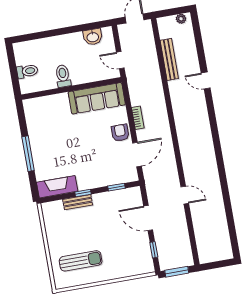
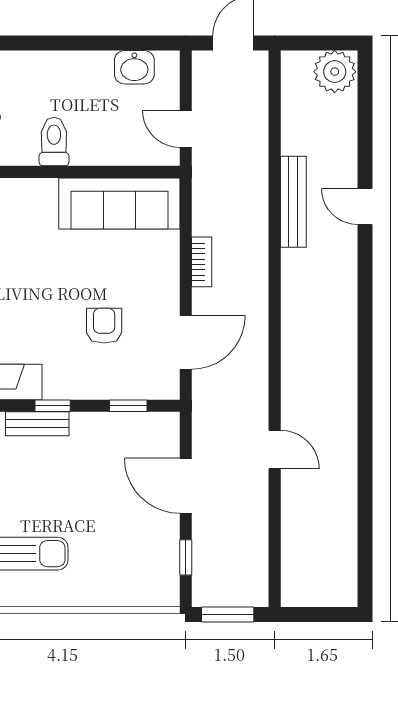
plant: (181, 19) -> (335, 72), width x1.88, depth x1.88
bench: (169, 59) -> (293, 202), moved
armchair: (120, 133) -> (104, 326), moved

